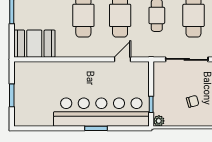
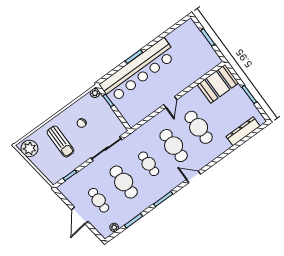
door: (122, 59) -> (170, 102), moved

